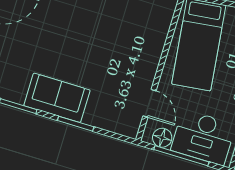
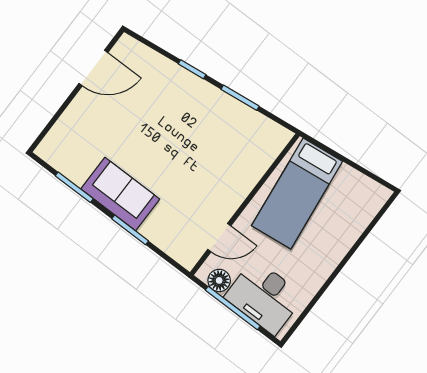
door: (150, 103) -> (219, 238), hinge flipped

